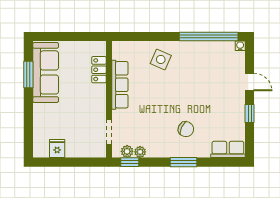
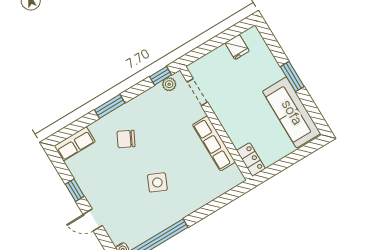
side table: (161, 59) -> (157, 182), moved
locker: (99, 70) -> (251, 160), moved
window: (28, 74) -> (292, 77), moved
plant: (140, 152) -> (157, 91), removed

